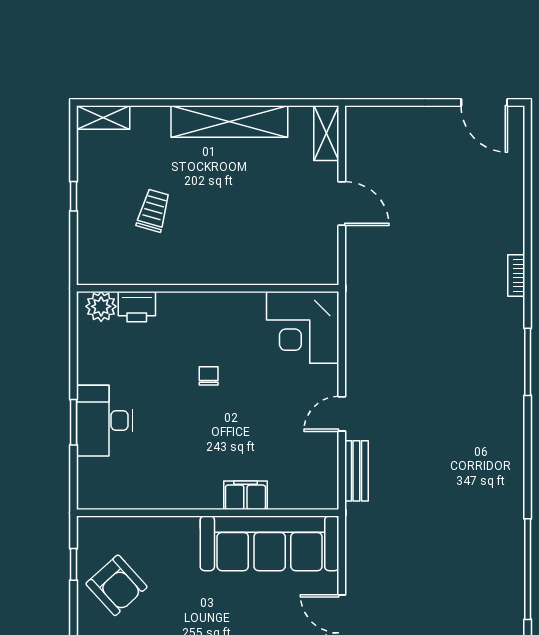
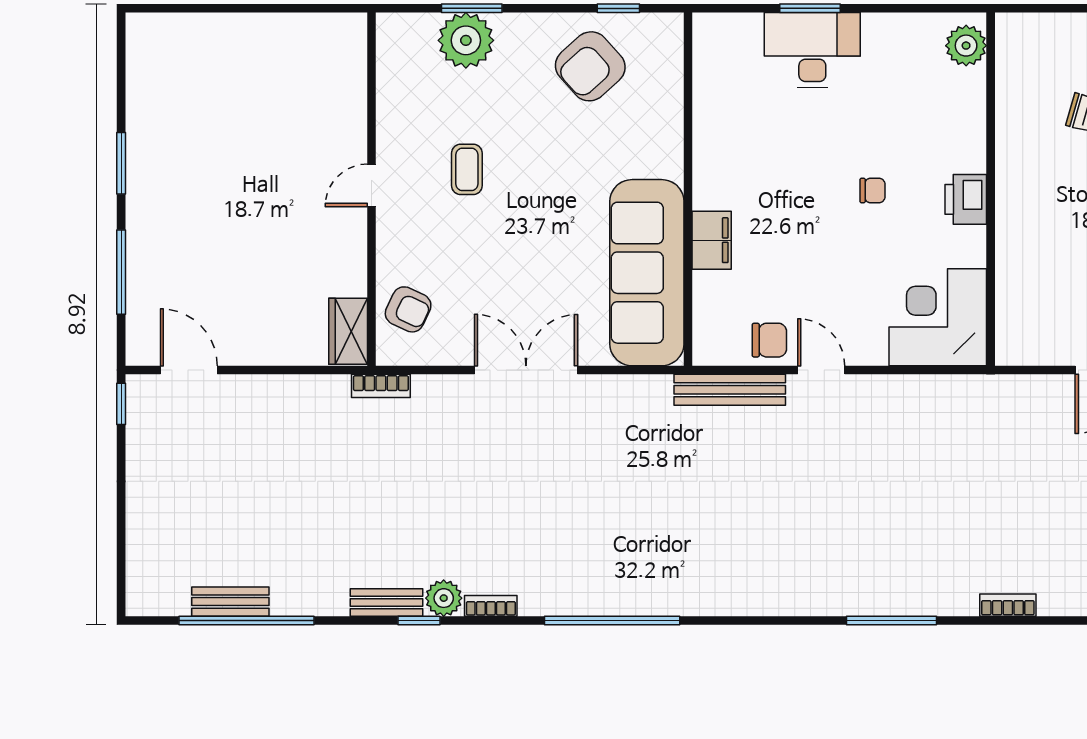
printer: (137, 307) -> (966, 199), moved
chair: (320, 452) -> (769, 340), added
bench: (356, 471) -> (730, 390), width x1.36

